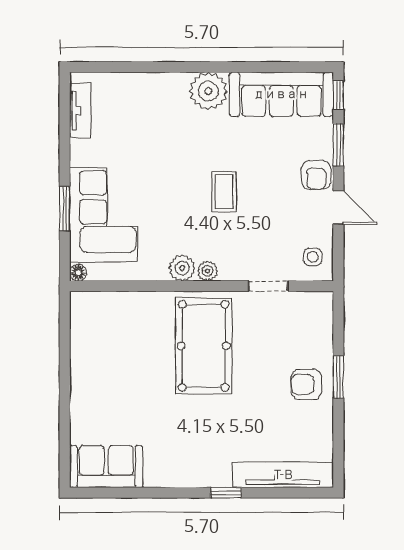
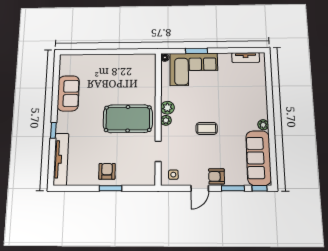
plant: (208, 91) -> (263, 125), width x0.53, depth x0.53
sofa: (106, 467) -> (68, 93), moved

